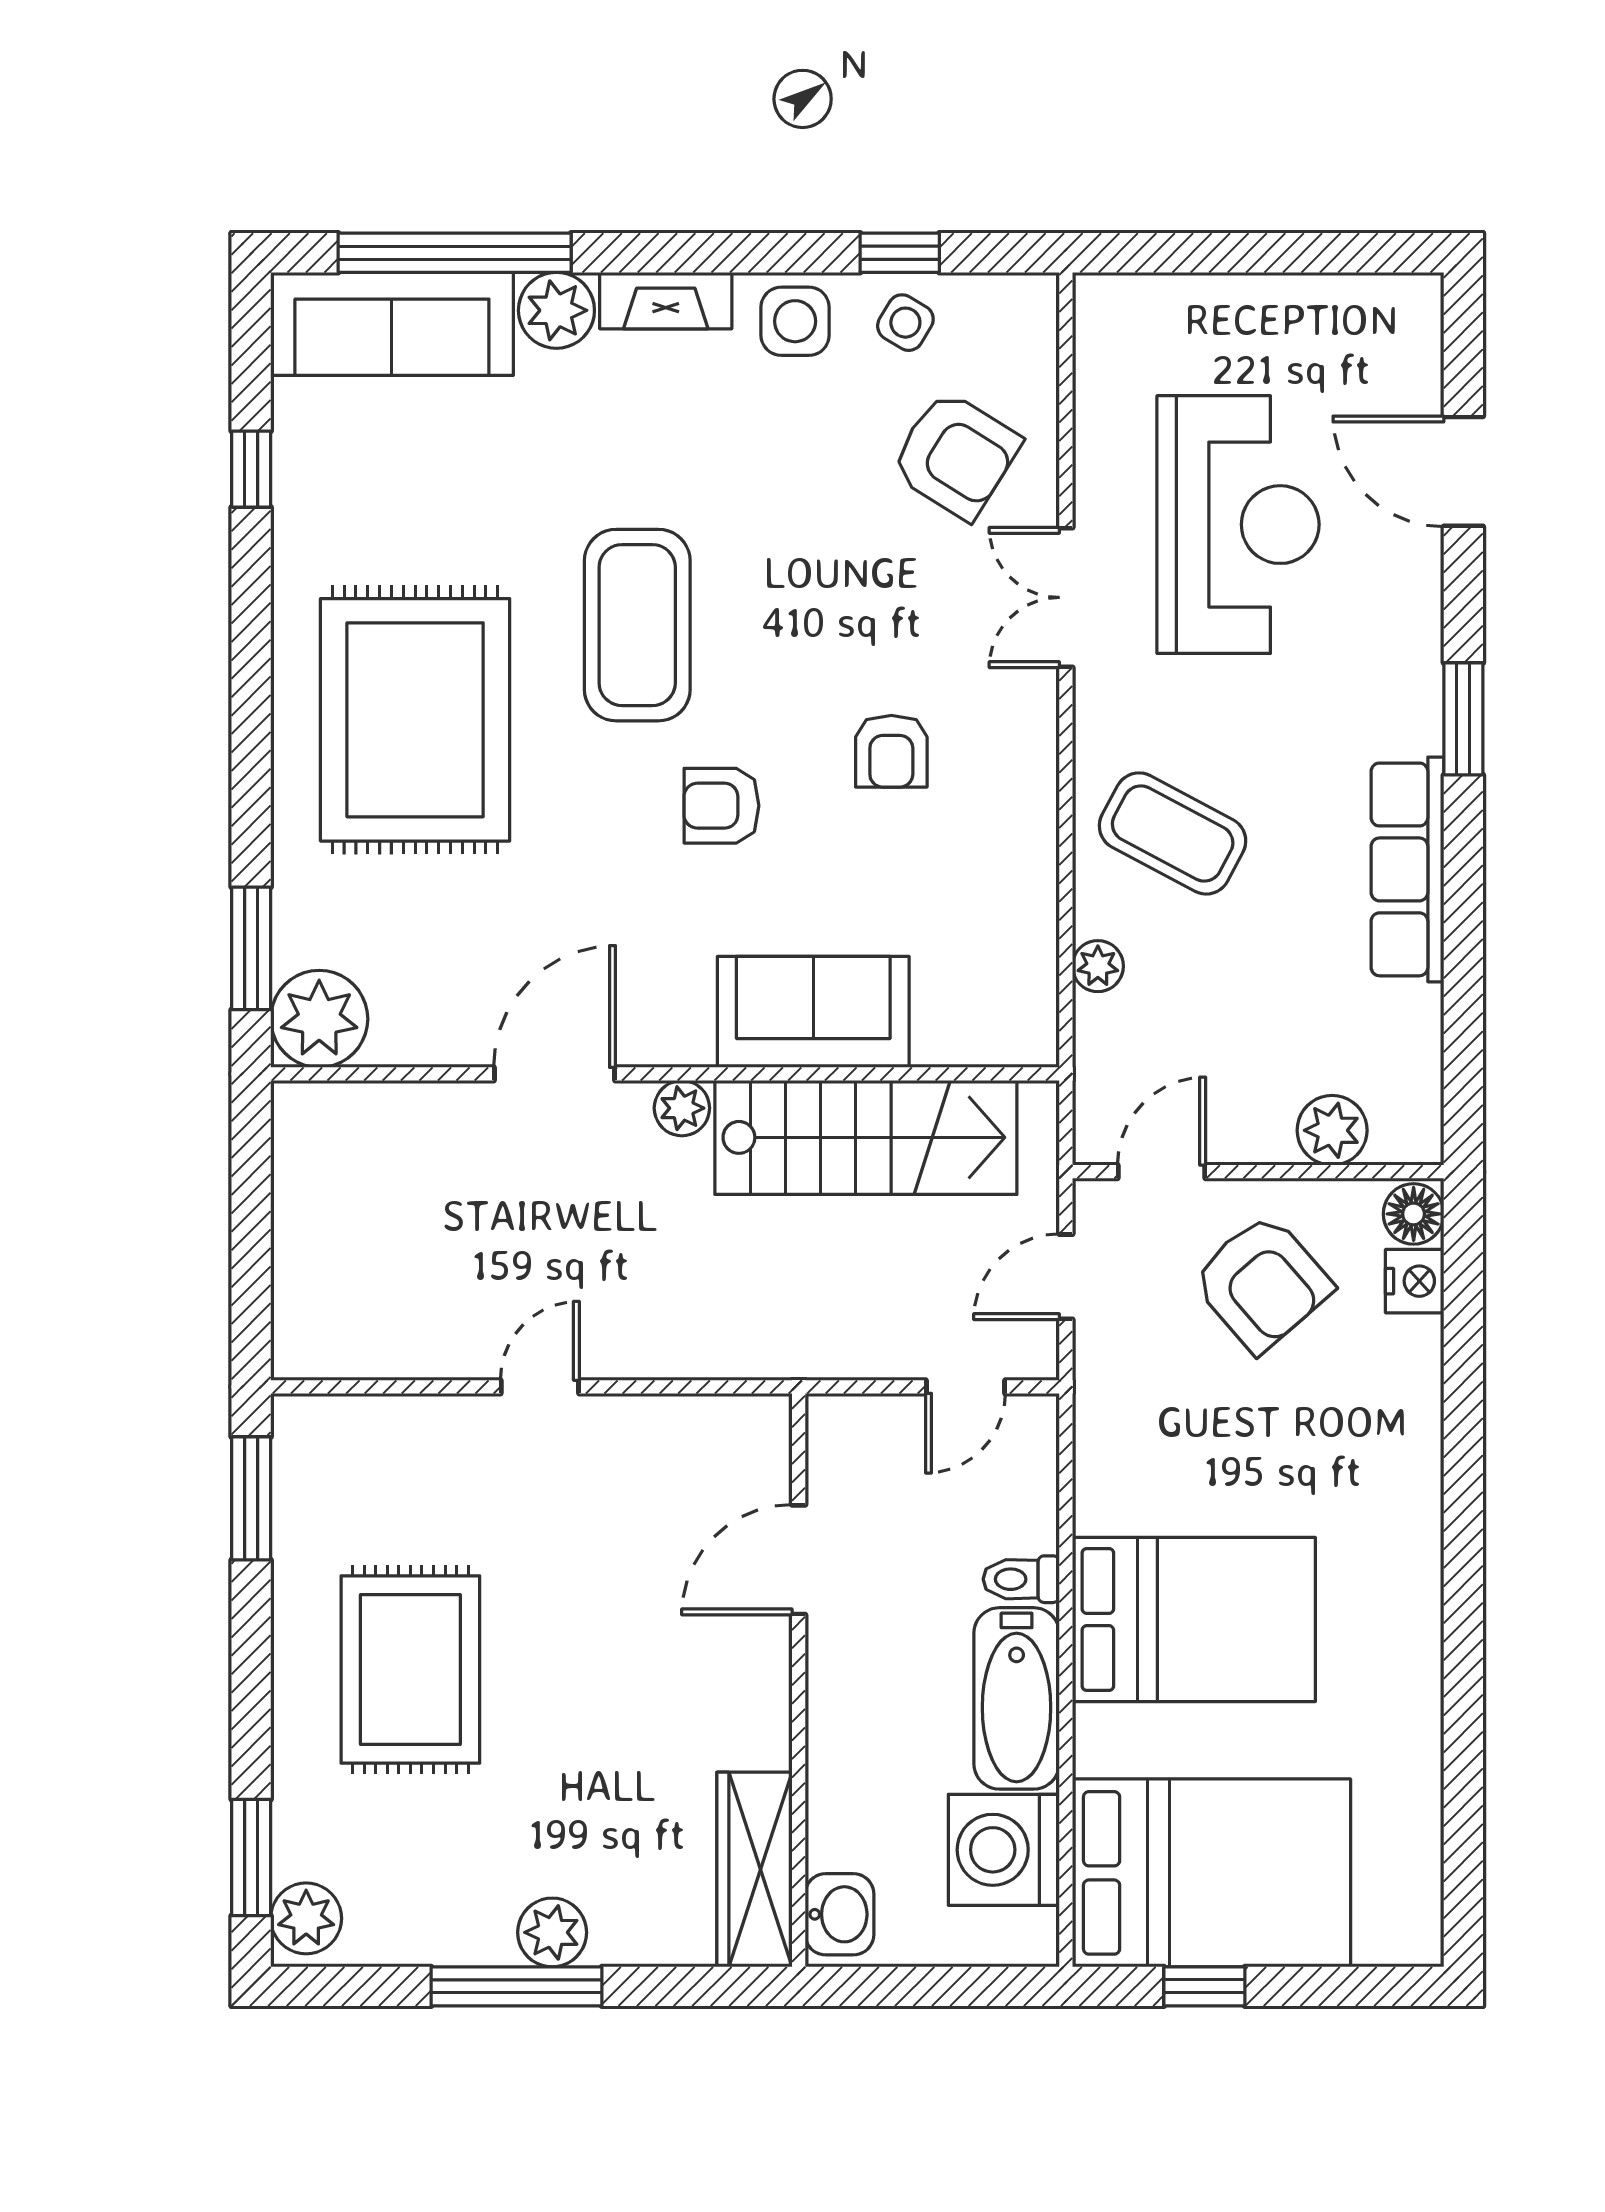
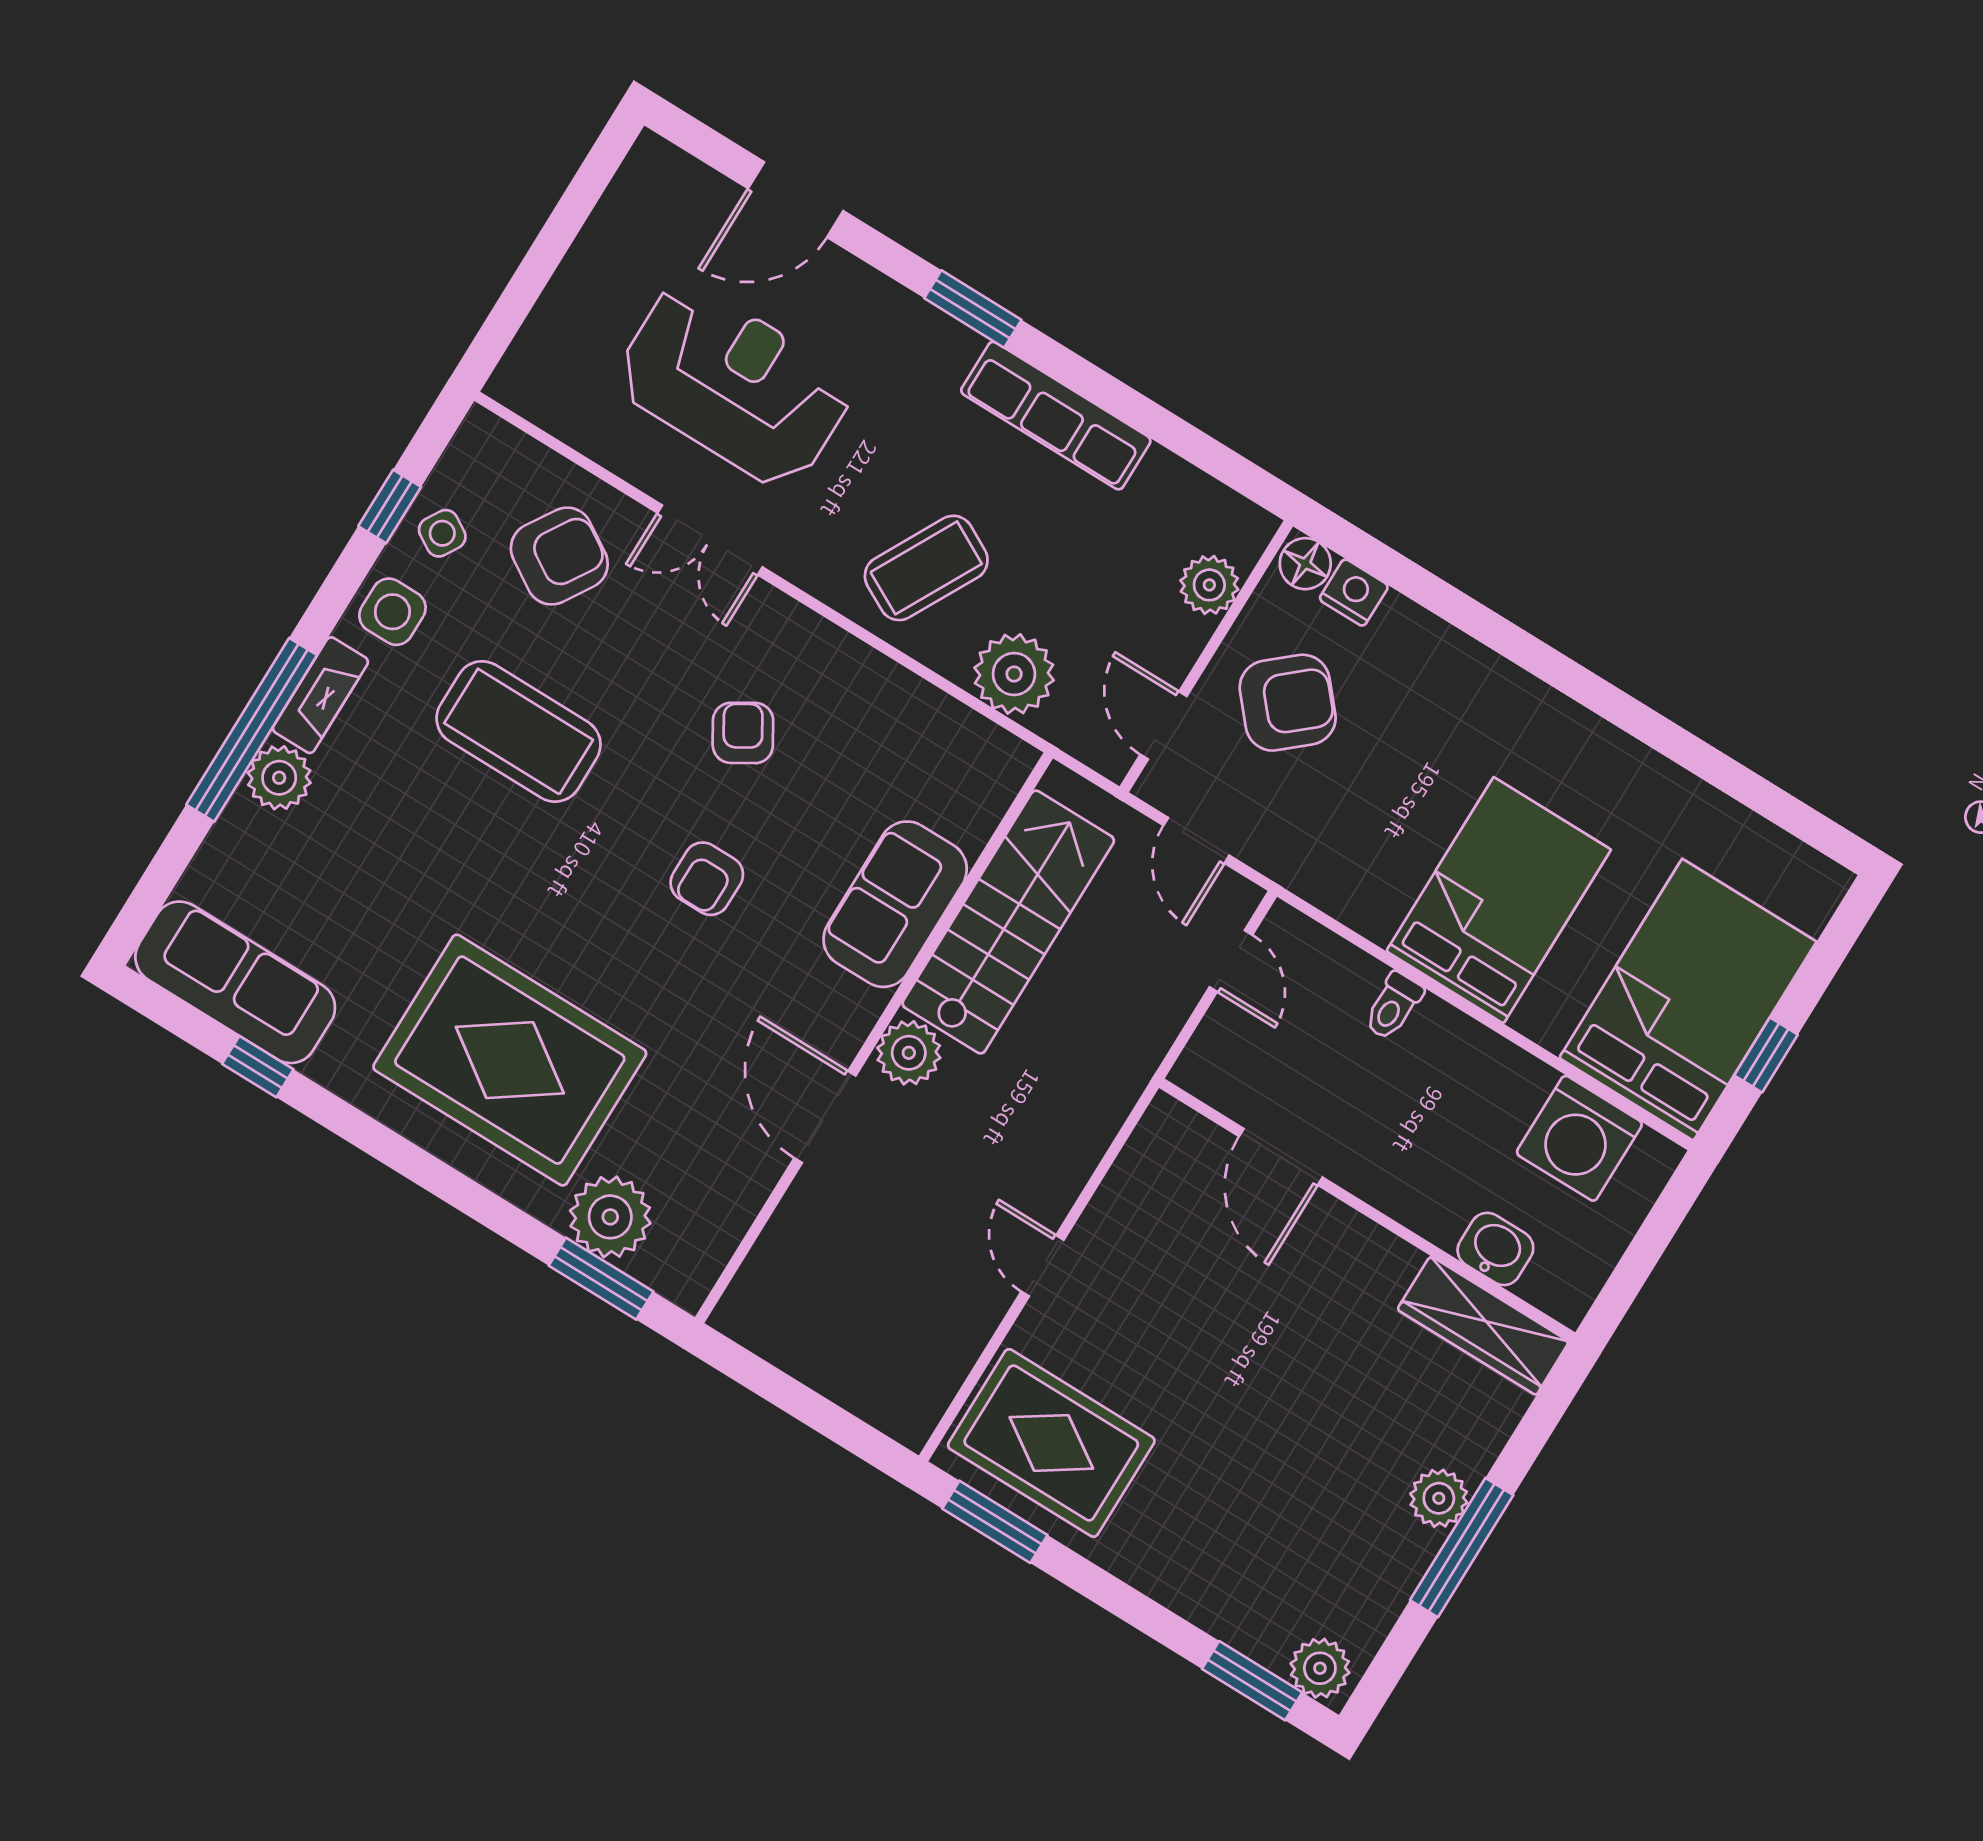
window: (455, 253) -> (252, 730), moved
sofa: (392, 324) -> (235, 982), moved, turned -90
coffee table: (637, 625) -> (519, 731), moved
armchair: (891, 751) -> (743, 733), turned -121
plant: (1098, 966) -> (1014, 674), width x1.88, depth x1.88
plant: (319, 1019) -> (610, 1217), moved
plant: (682, 1108) -> (909, 1053), width x1.38, depth x1.38
rug: (410, 1670) -> (1051, 1443), moved
bathtub: (1017, 1698) -> (1477, 1062), removed
washbasin: (840, 1914) -> (1495, 1249), moved

